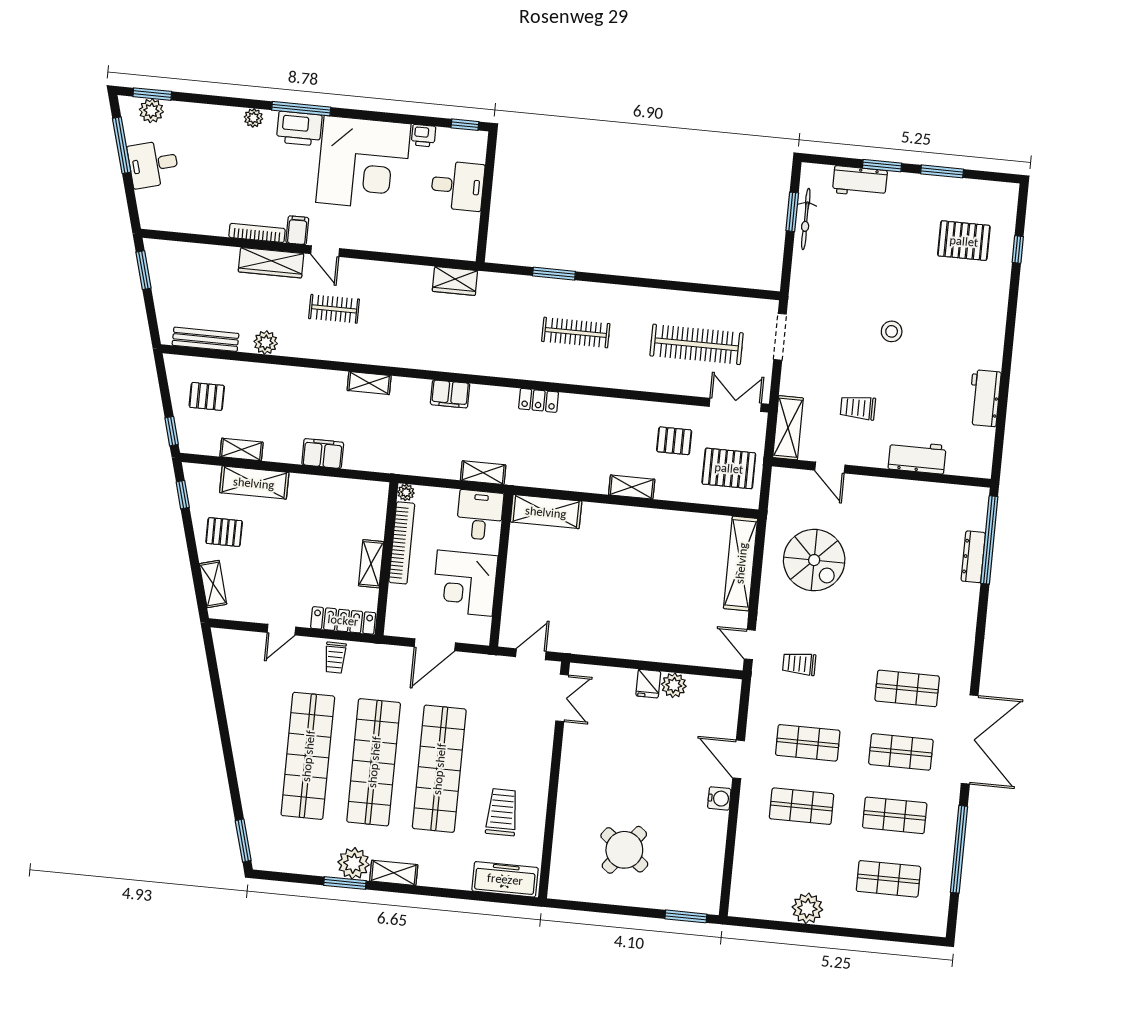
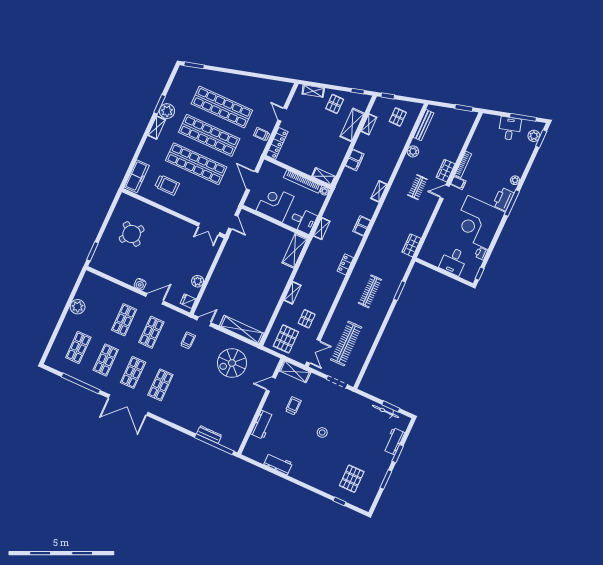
wardrobe: (271, 263) -> (446, 171), width x0.67
shelving: (371, 564) -> (324, 176), moved
fridge: (648, 684) -> (188, 301), moved

